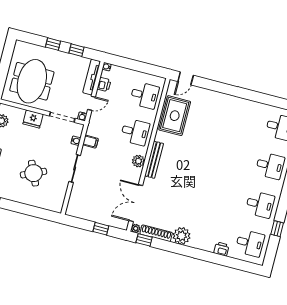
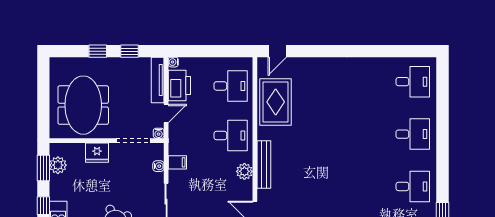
printer: (104, 84) -> (179, 86), width x1.87, depth x1.48

